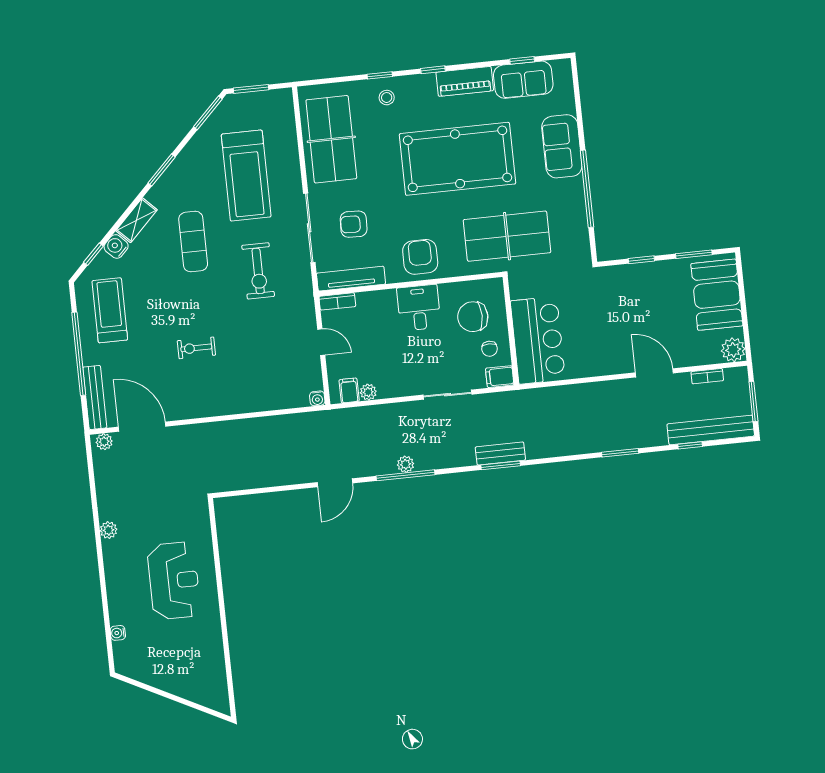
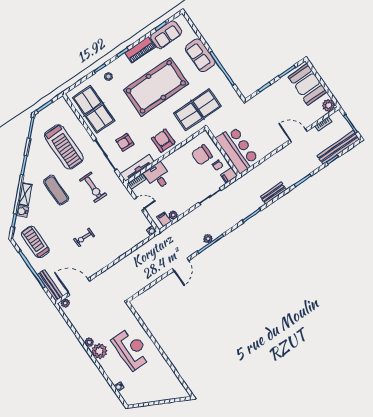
desk: (419, 308) -> (158, 176), moved
bench: (500, 453) -> (273, 193), moved
plant: (118, 555) -> (99, 351), added

